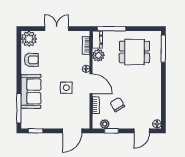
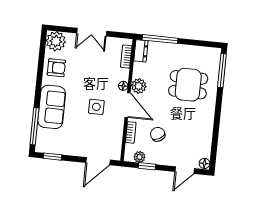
double door: (57, 29) -> (92, 32), swing flipped
dining table: (134, 52) -> (188, 85), moved
plant: (98, 55) -> (139, 86), moved

